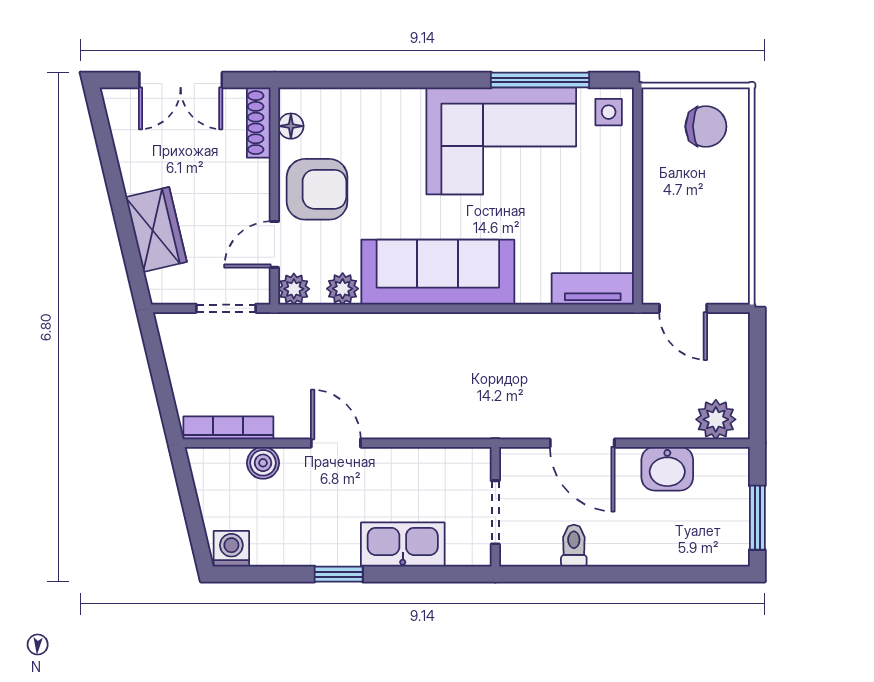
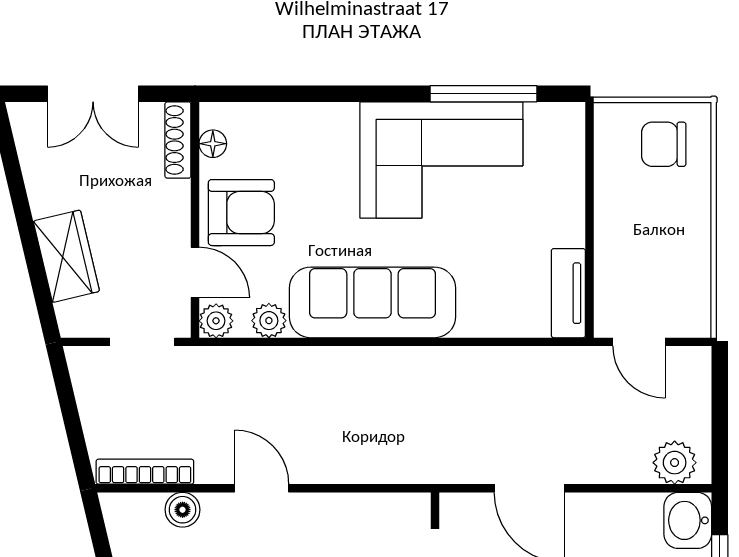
side table: (609, 112) -> (558, 129), removed
chair: (706, 126) -> (664, 144), turned 180
door: (274, 244) -> (195, 272), swing flipped
tv unit: (593, 289) -> (568, 293), moved, turned -90
washbasin: (667, 469) -> (688, 520), moved, turned 90

